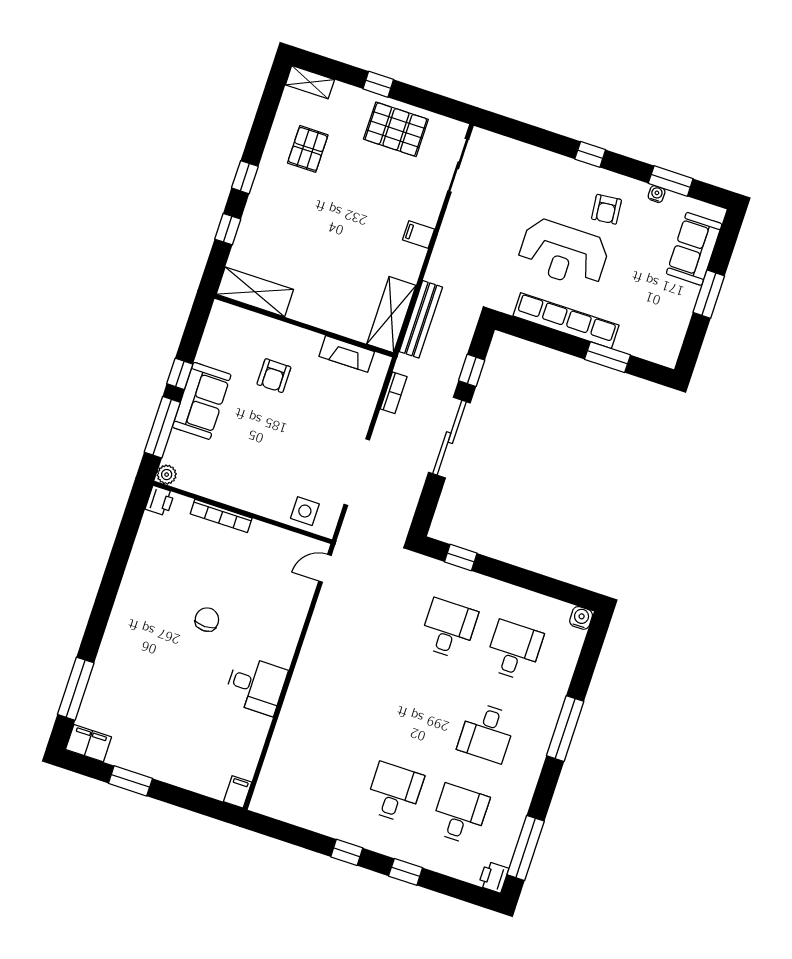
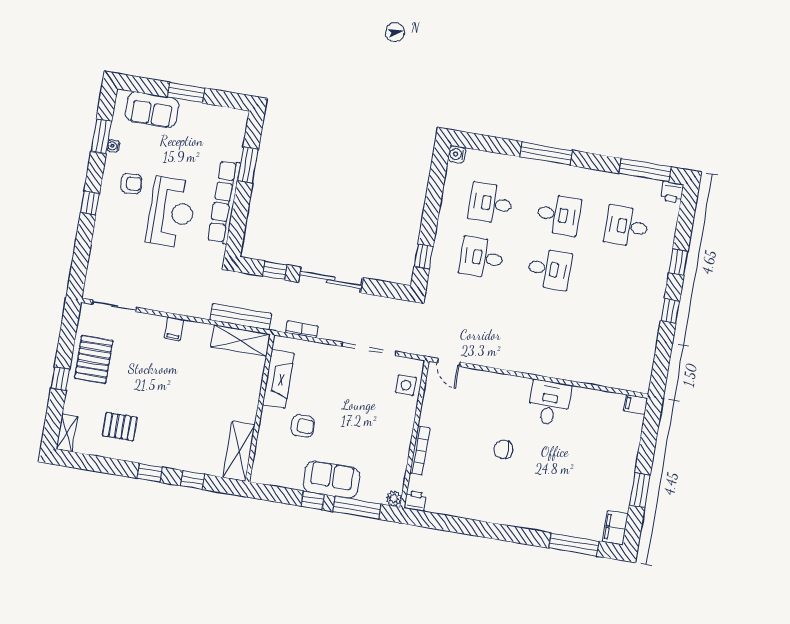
fireplace: (347, 354) -> (278, 379), width x1.37, depth x1.32
desk: (394, 793) -> (549, 269), moved, turned 180

